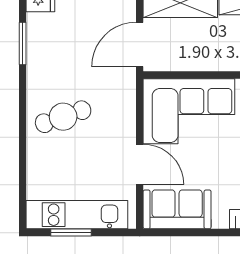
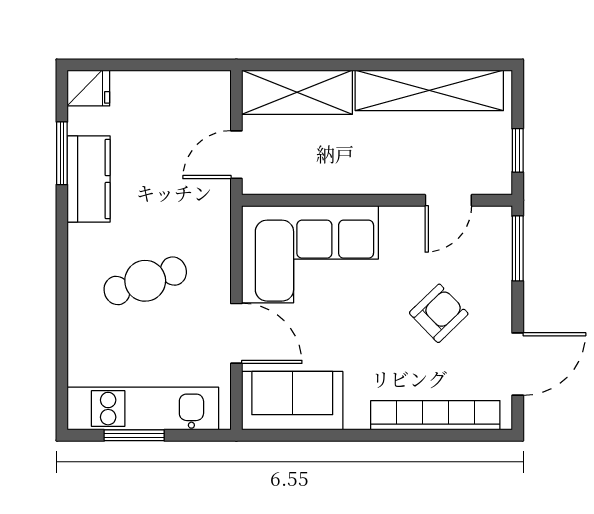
door: (140, 44) -> (236, 155), width x0.73
kitchen counter: (41, 61) -> (89, 179), added
cafe table: (63, 117) -> (145, 281), moved

